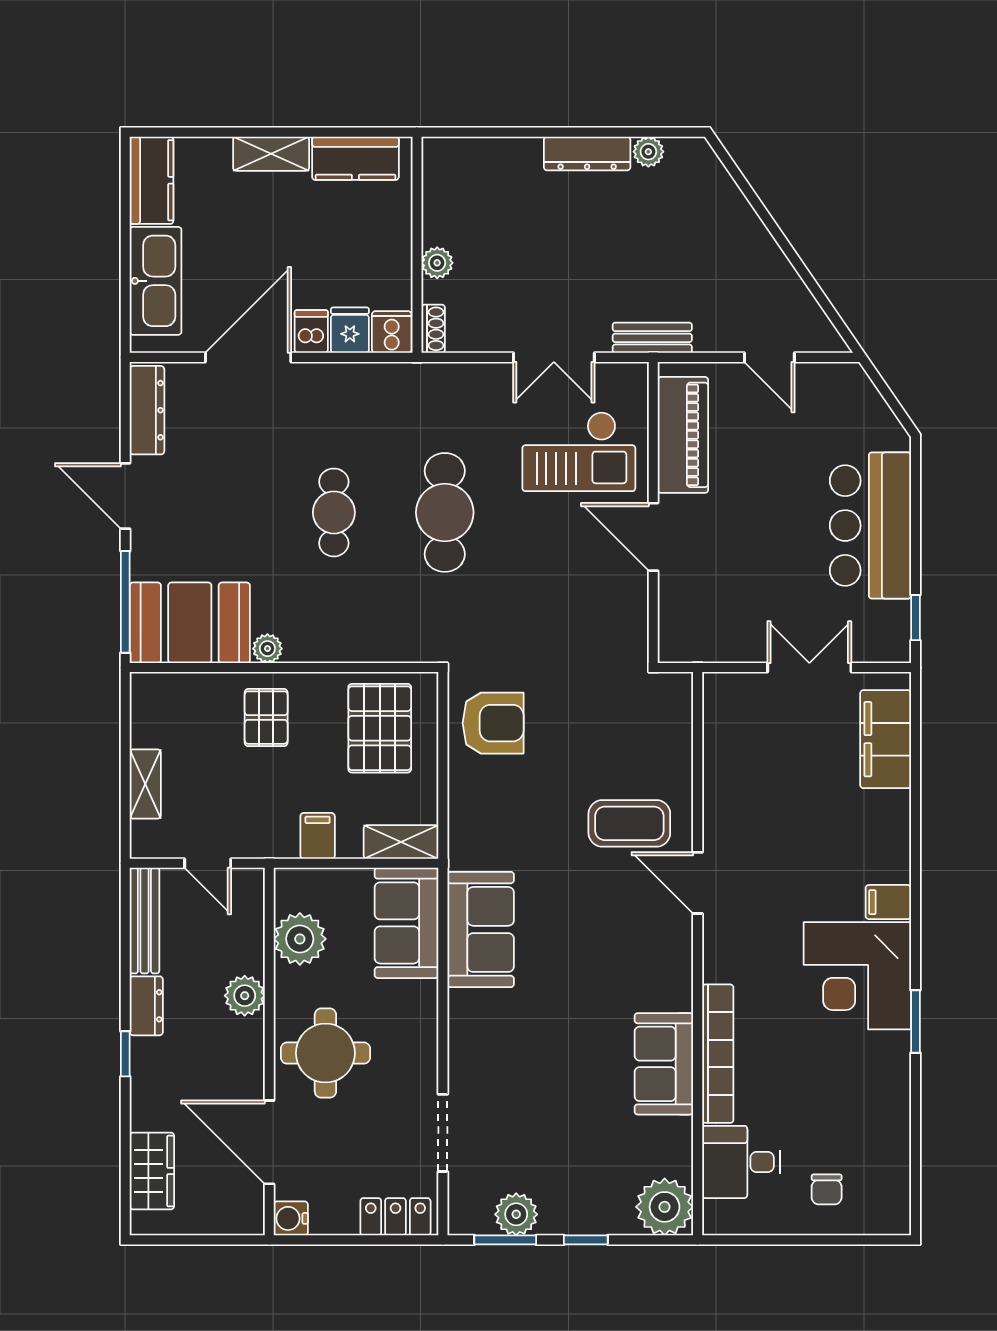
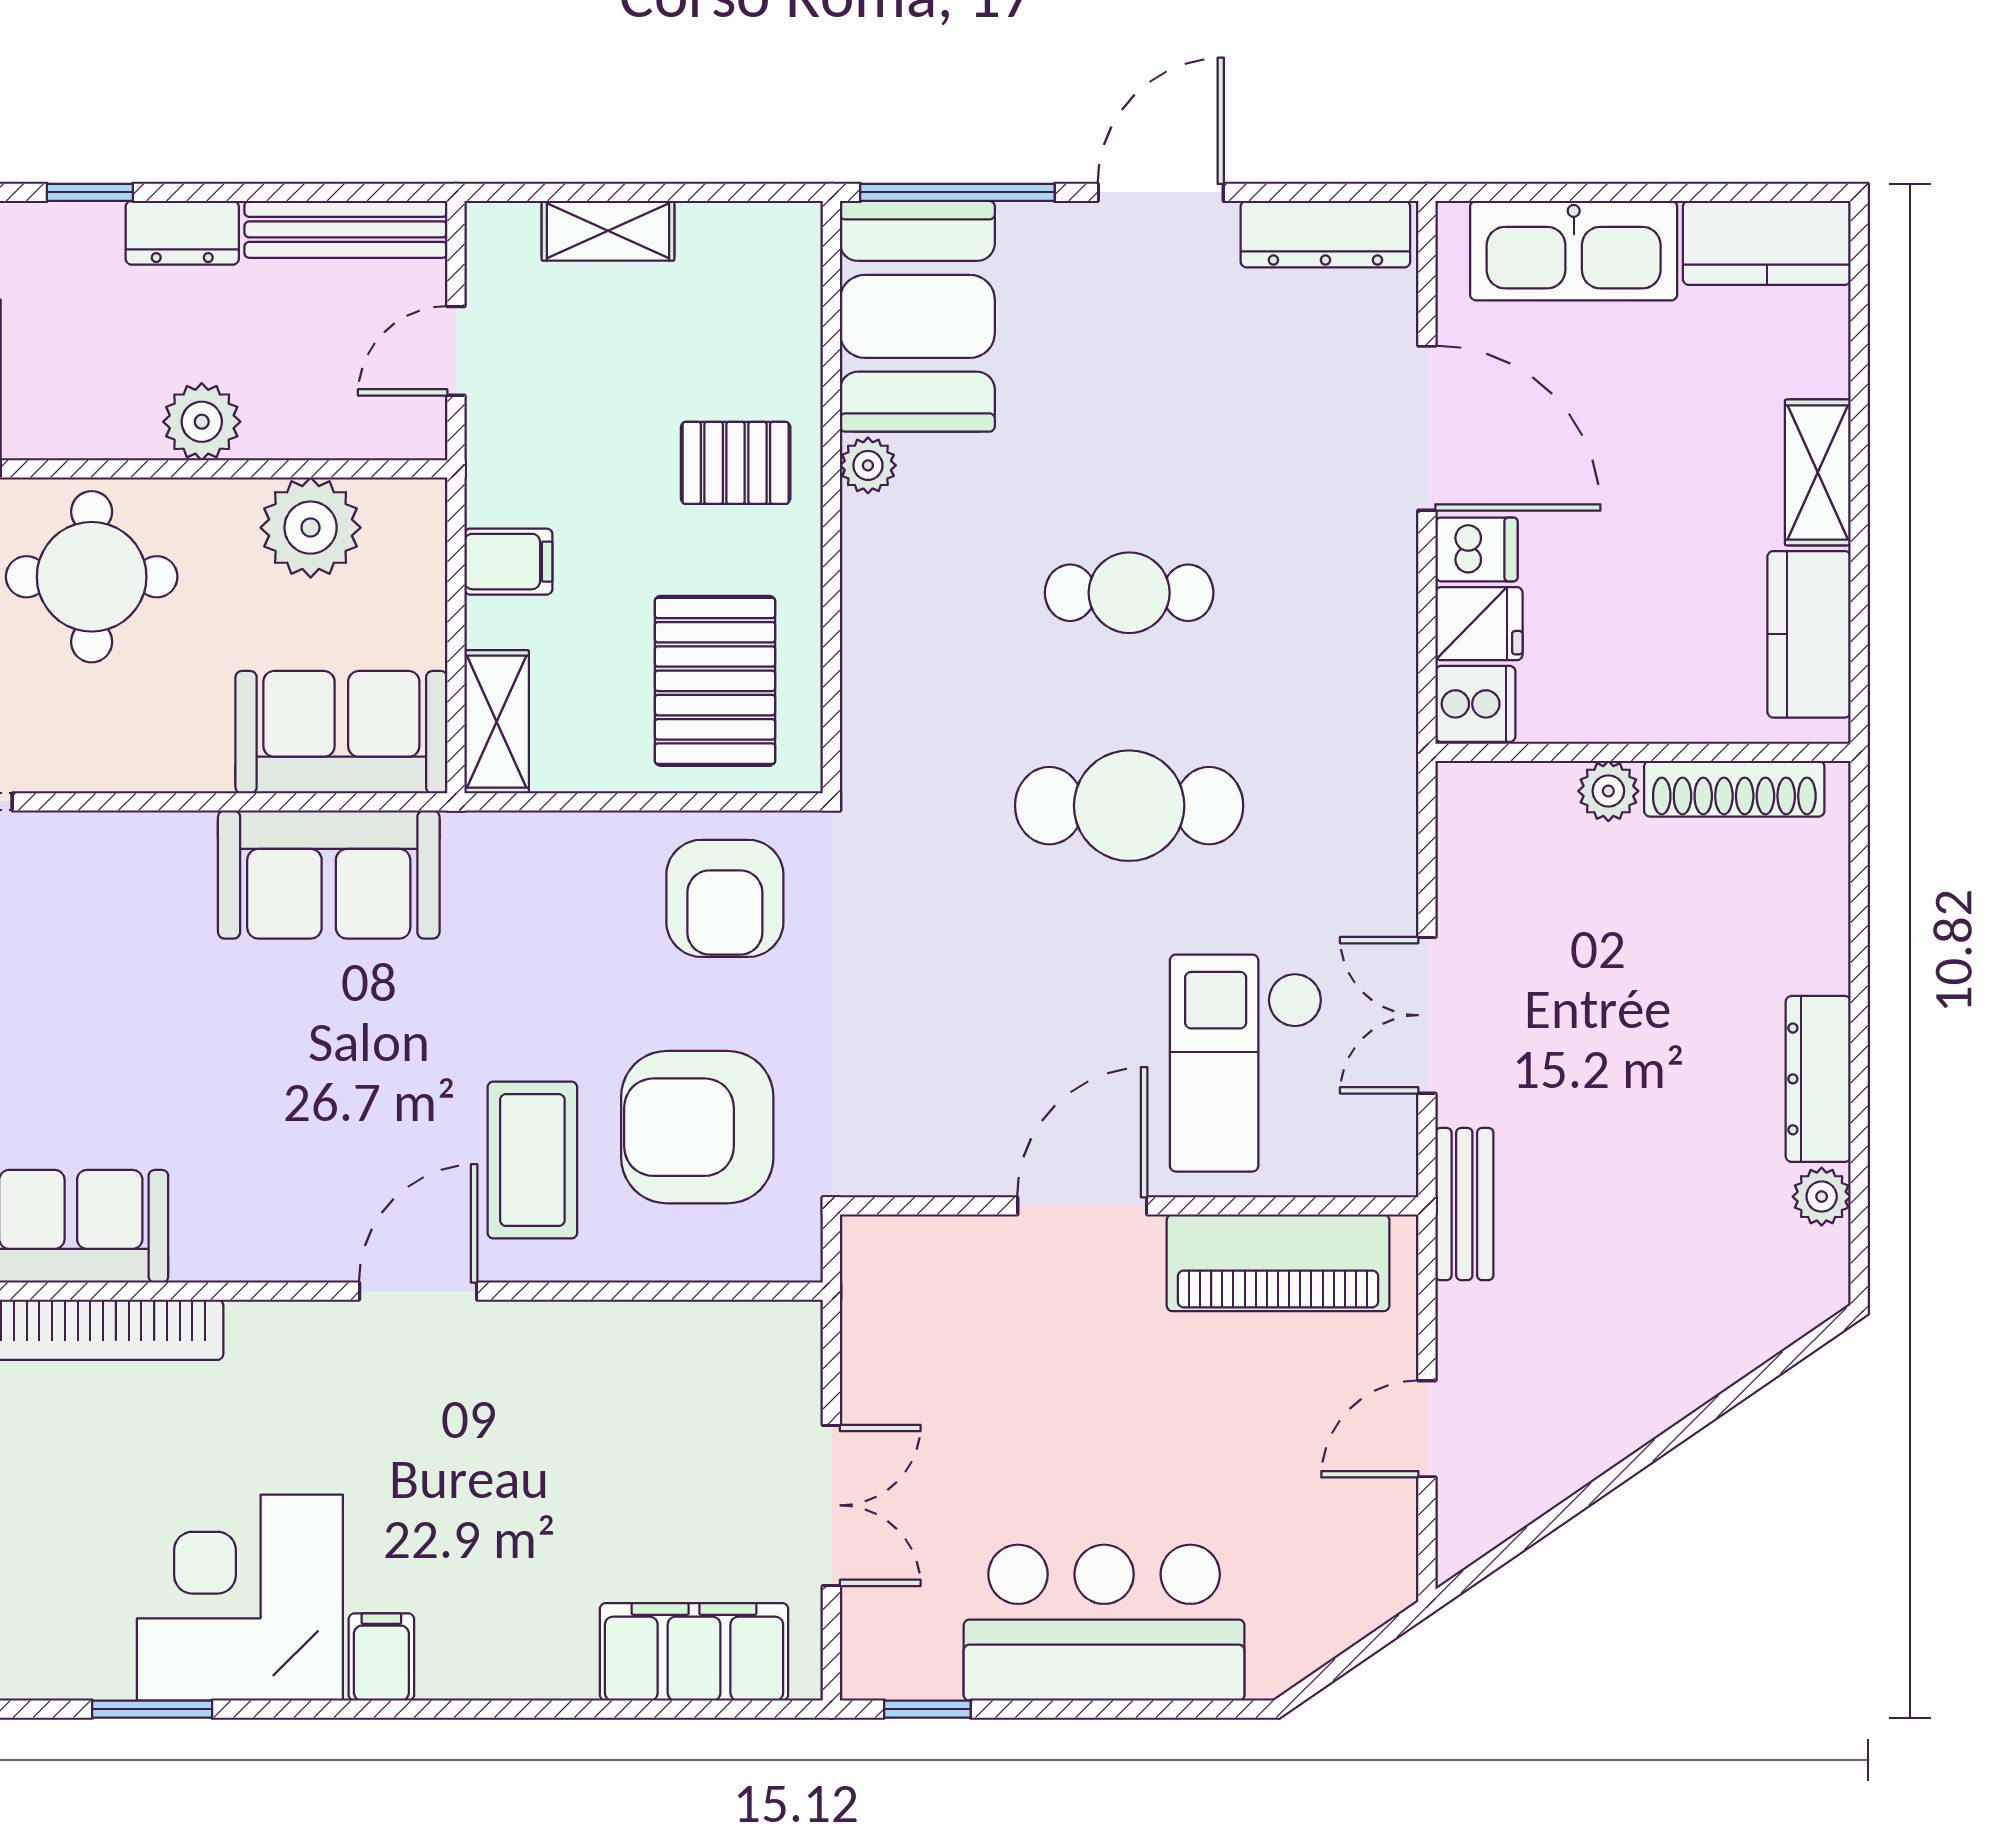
shoe rack: (433, 329) -> (1734, 789), moved, width x1.94, depth x1.24
pallet: (380, 728) -> (715, 681), turned 90
armchair: (612, 737) -> (697, 1127), added

